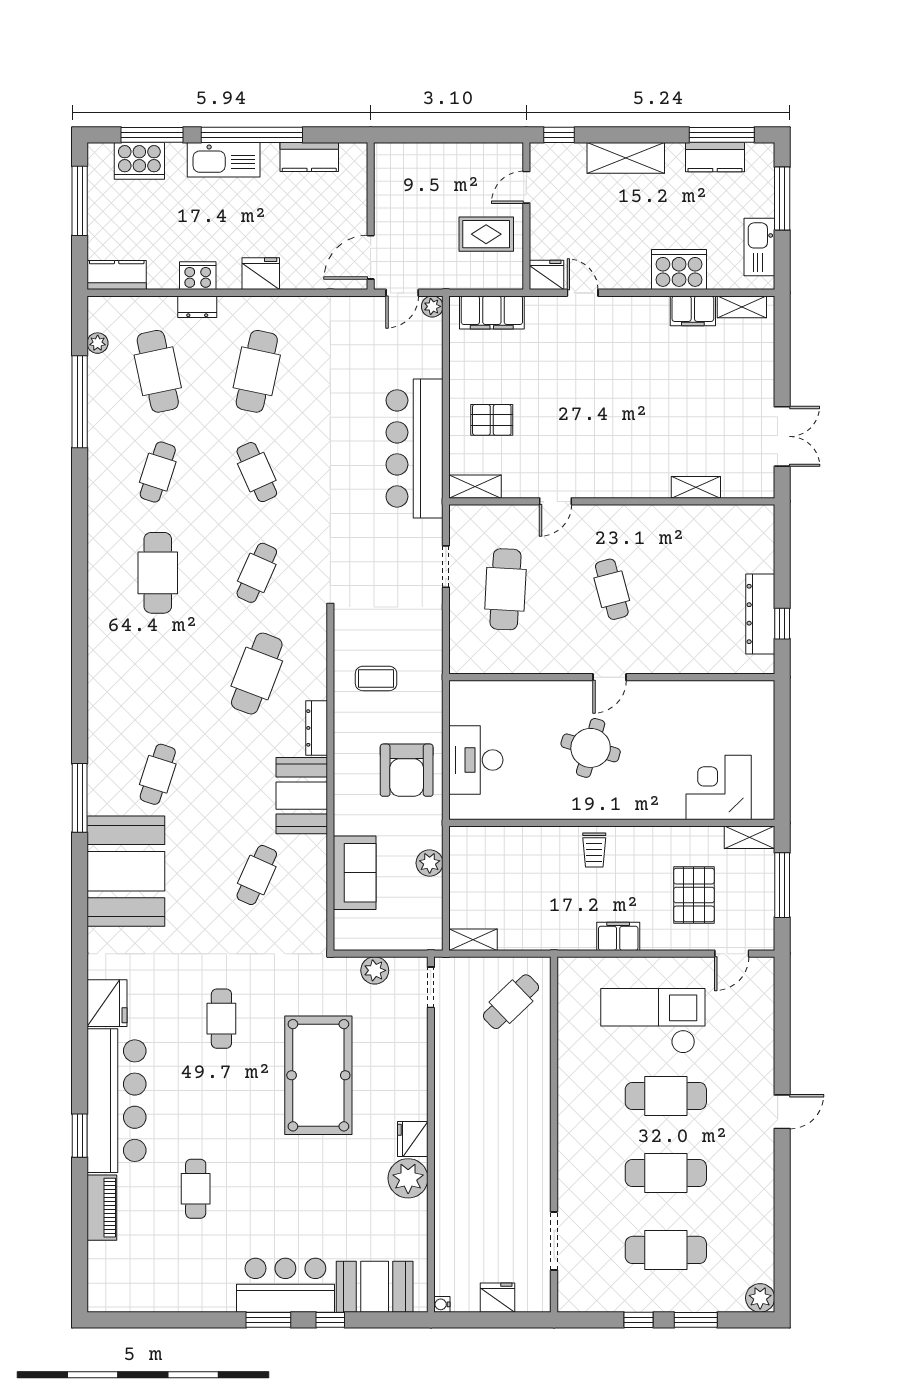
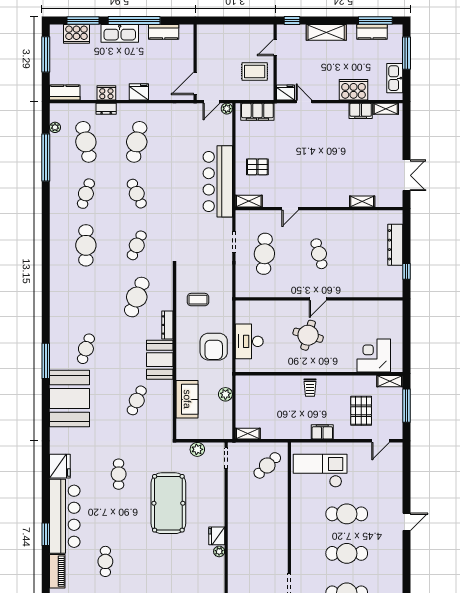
dresser: (760, 614) -> (395, 245), moved
checkout: (653, 1021) -> (320, 471), moved
plant: (408, 1178) -> (219, 551), width x0.53, depth x0.53

